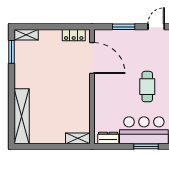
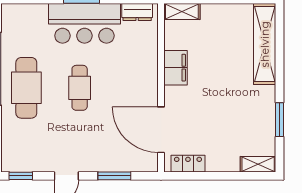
window: (12, 52) -> (280, 120), moved
filing cabinet: (82, 100) -> (176, 68), added

